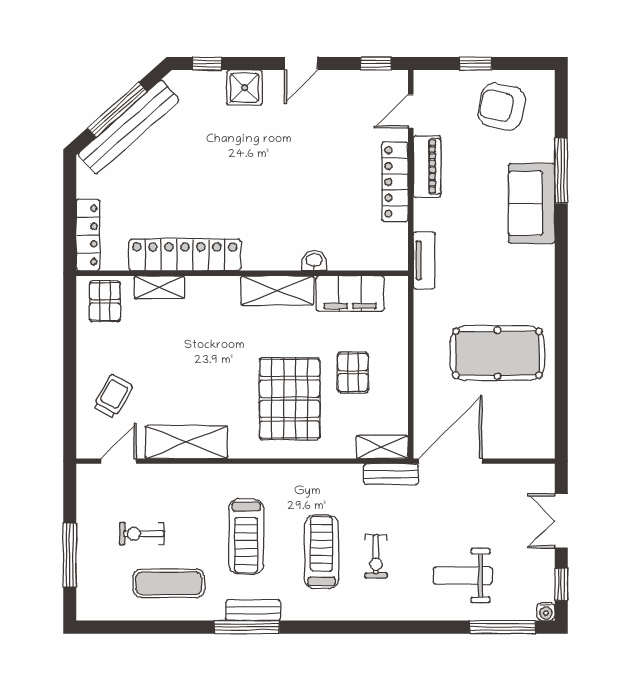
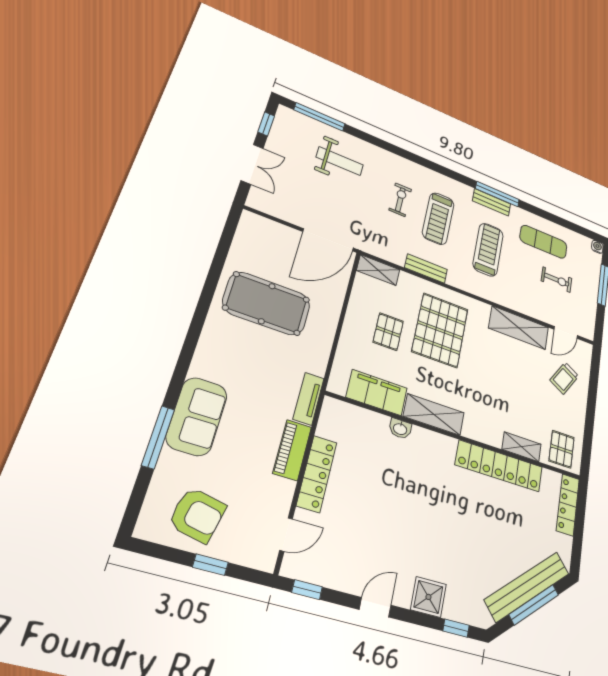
piano: (427, 166) -> (292, 450), moved
bench: (391, 474) -> (426, 268), moved
water cooler: (546, 612) -> (597, 247), moved

